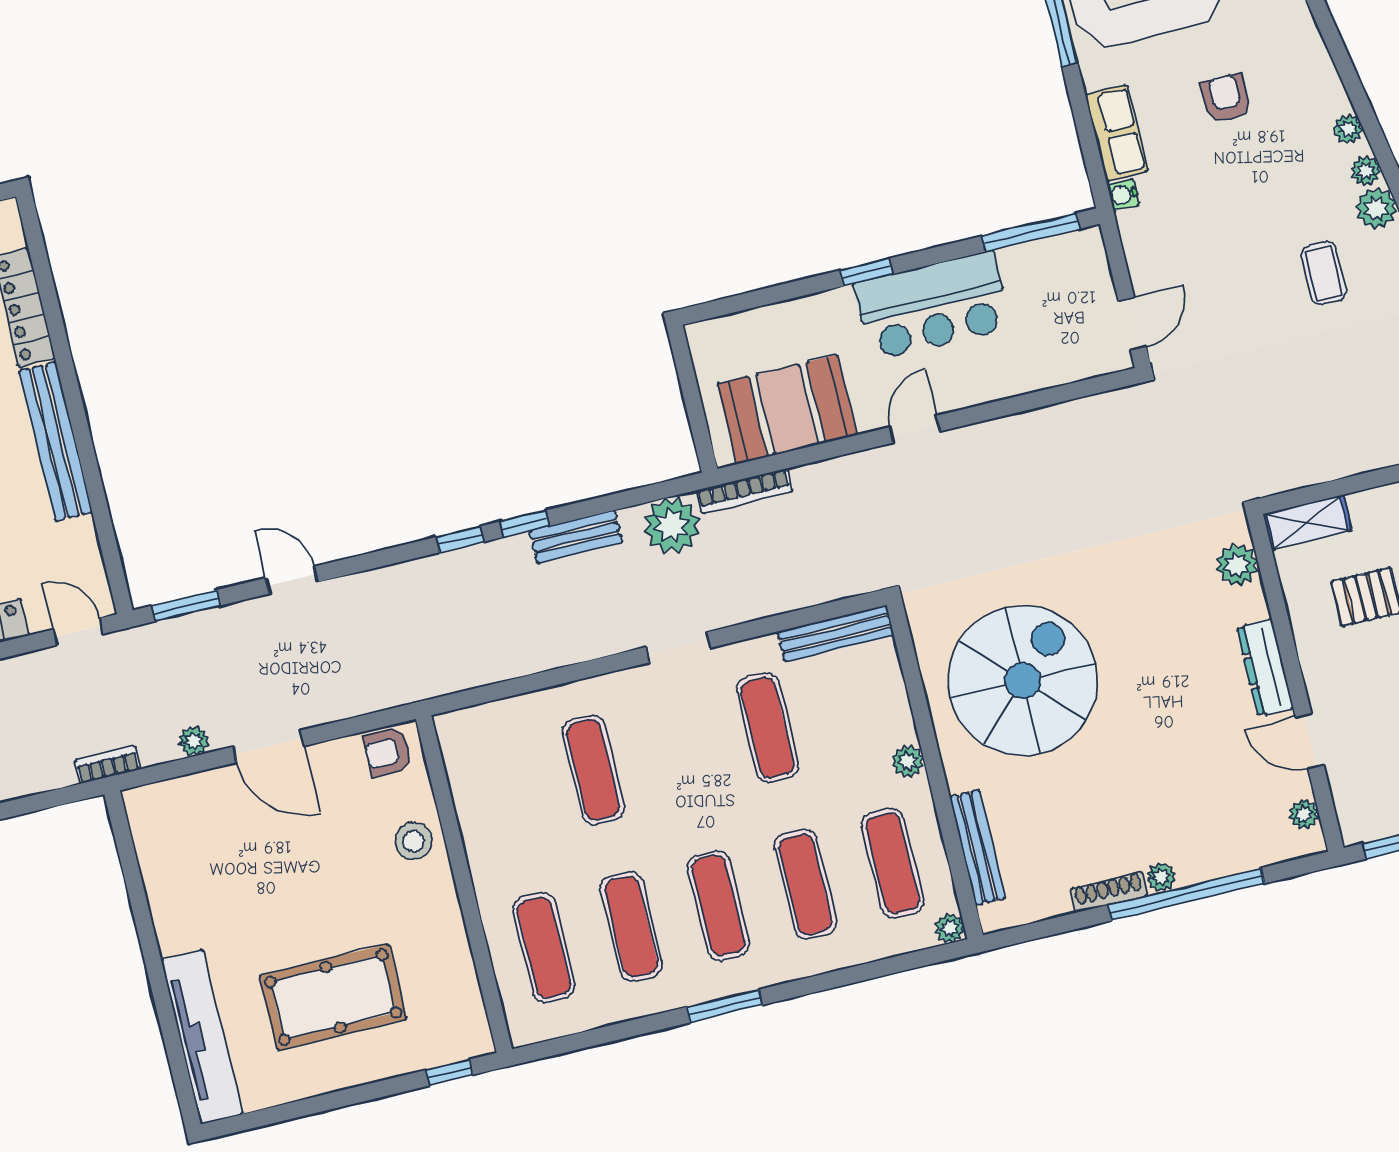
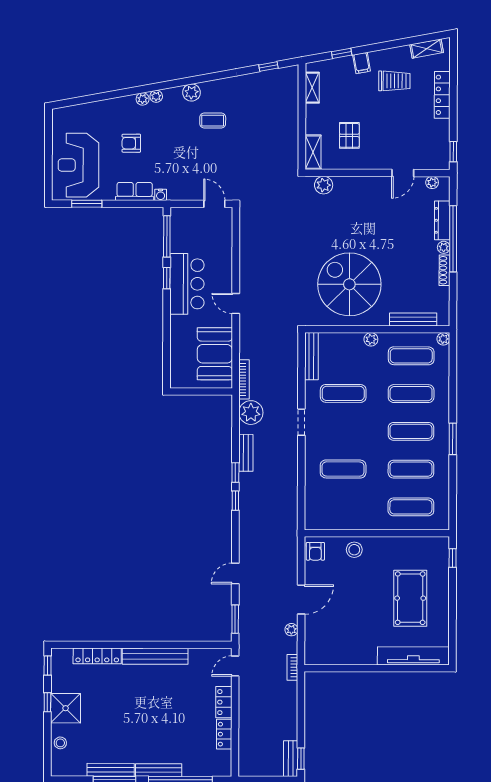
plant: (1366, 171) -> (143, 99), moved
window: (867, 272) -> (167, 278), moved
dresser: (1265, 668) -> (442, 220), moved, turned 90

